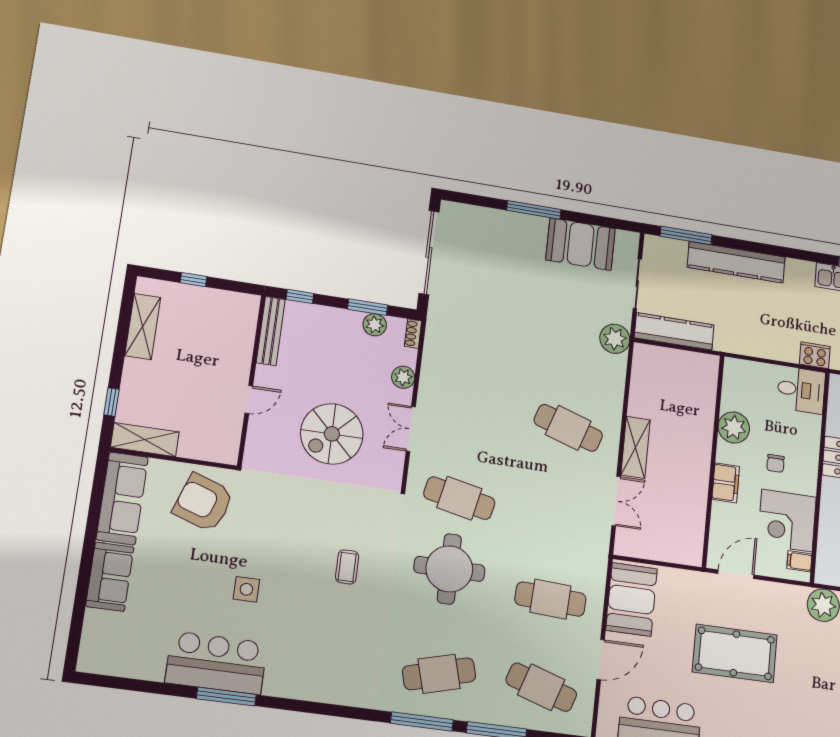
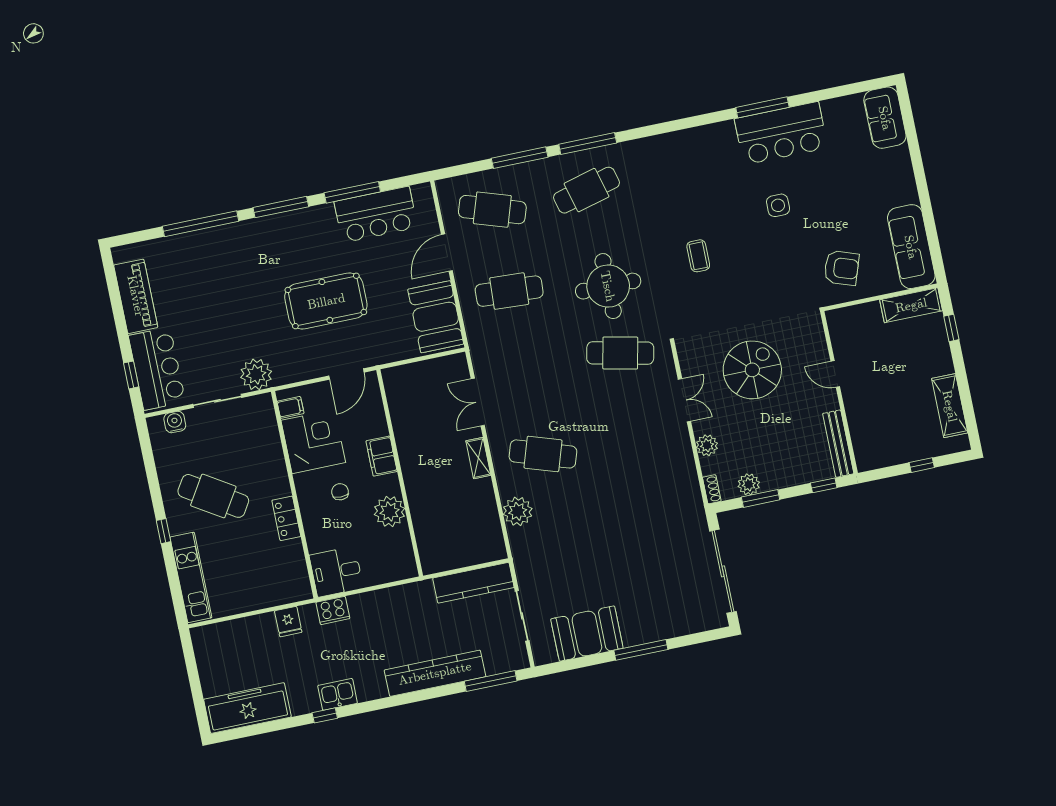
plant: (615, 339) -> (518, 511), moved
door: (249, 399) -> (835, 374), hinge flipped
shelving: (635, 447) -> (478, 458), width x0.67, depth x0.75
armchair: (203, 503) -> (841, 268), width x0.73, depth x0.73
sofa: (110, 577) -> (885, 118), moved

